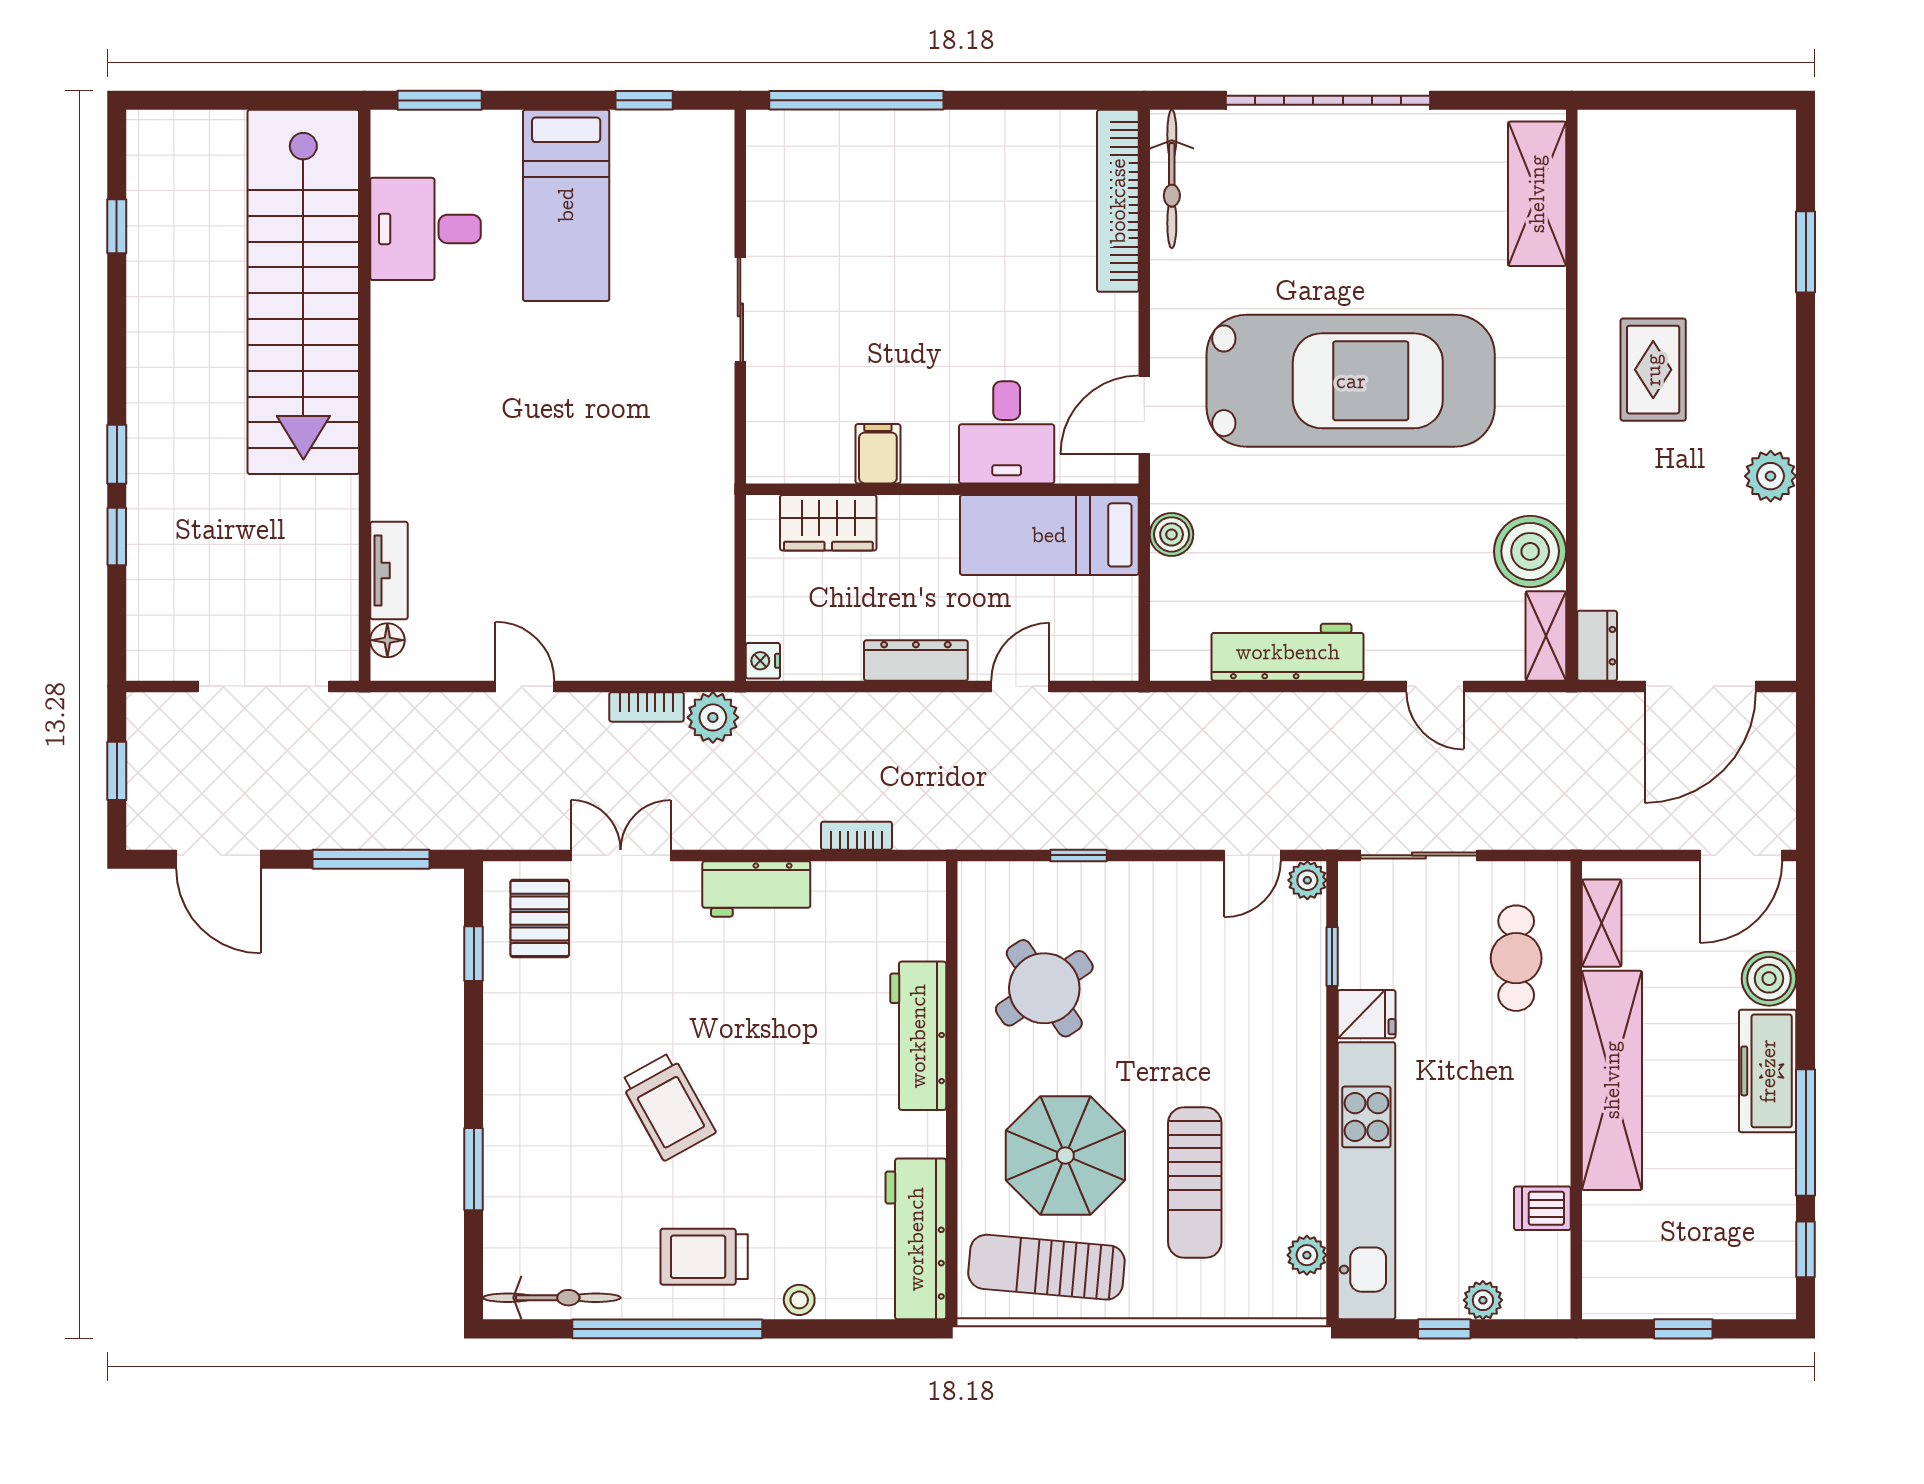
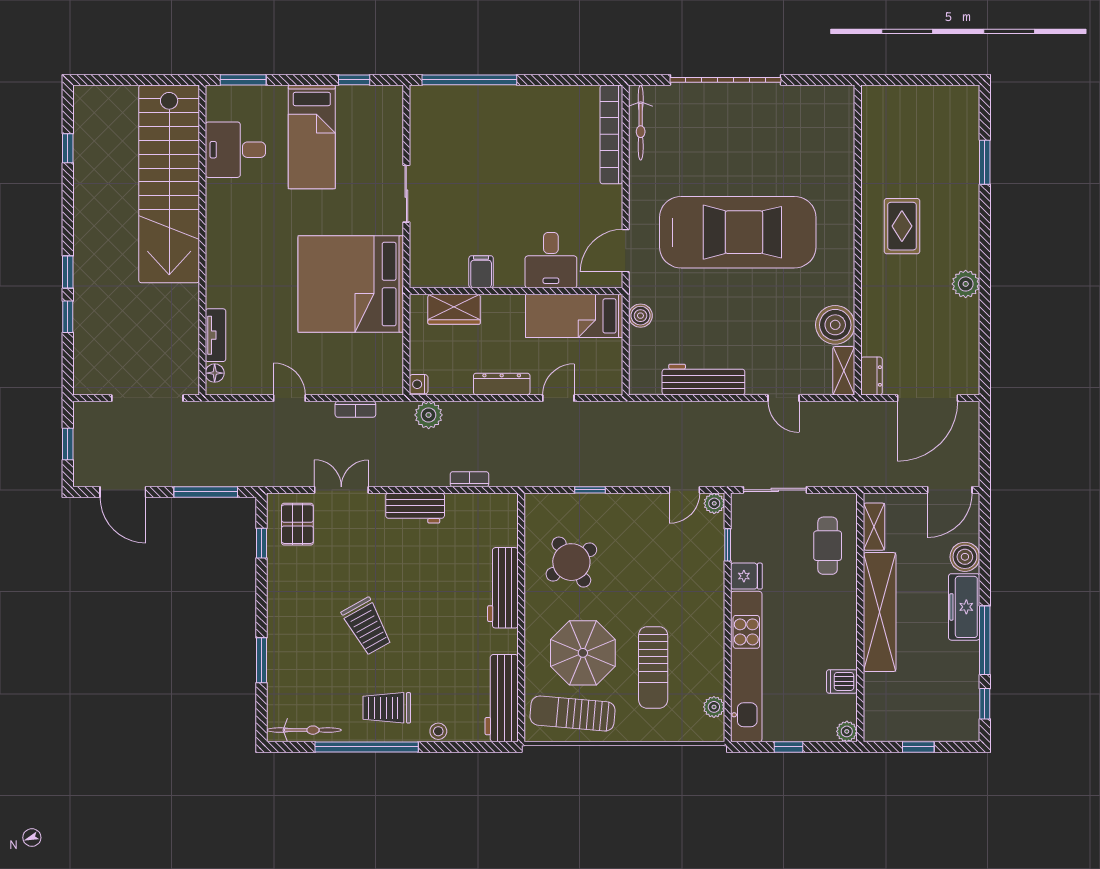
shelving: (1537, 194) -> (839, 131), removed
bed: (638, 476) -> (351, 284), added
plant: (713, 717) -> (429, 415), moved
plant: (1483, 1300) -> (847, 731), moved

